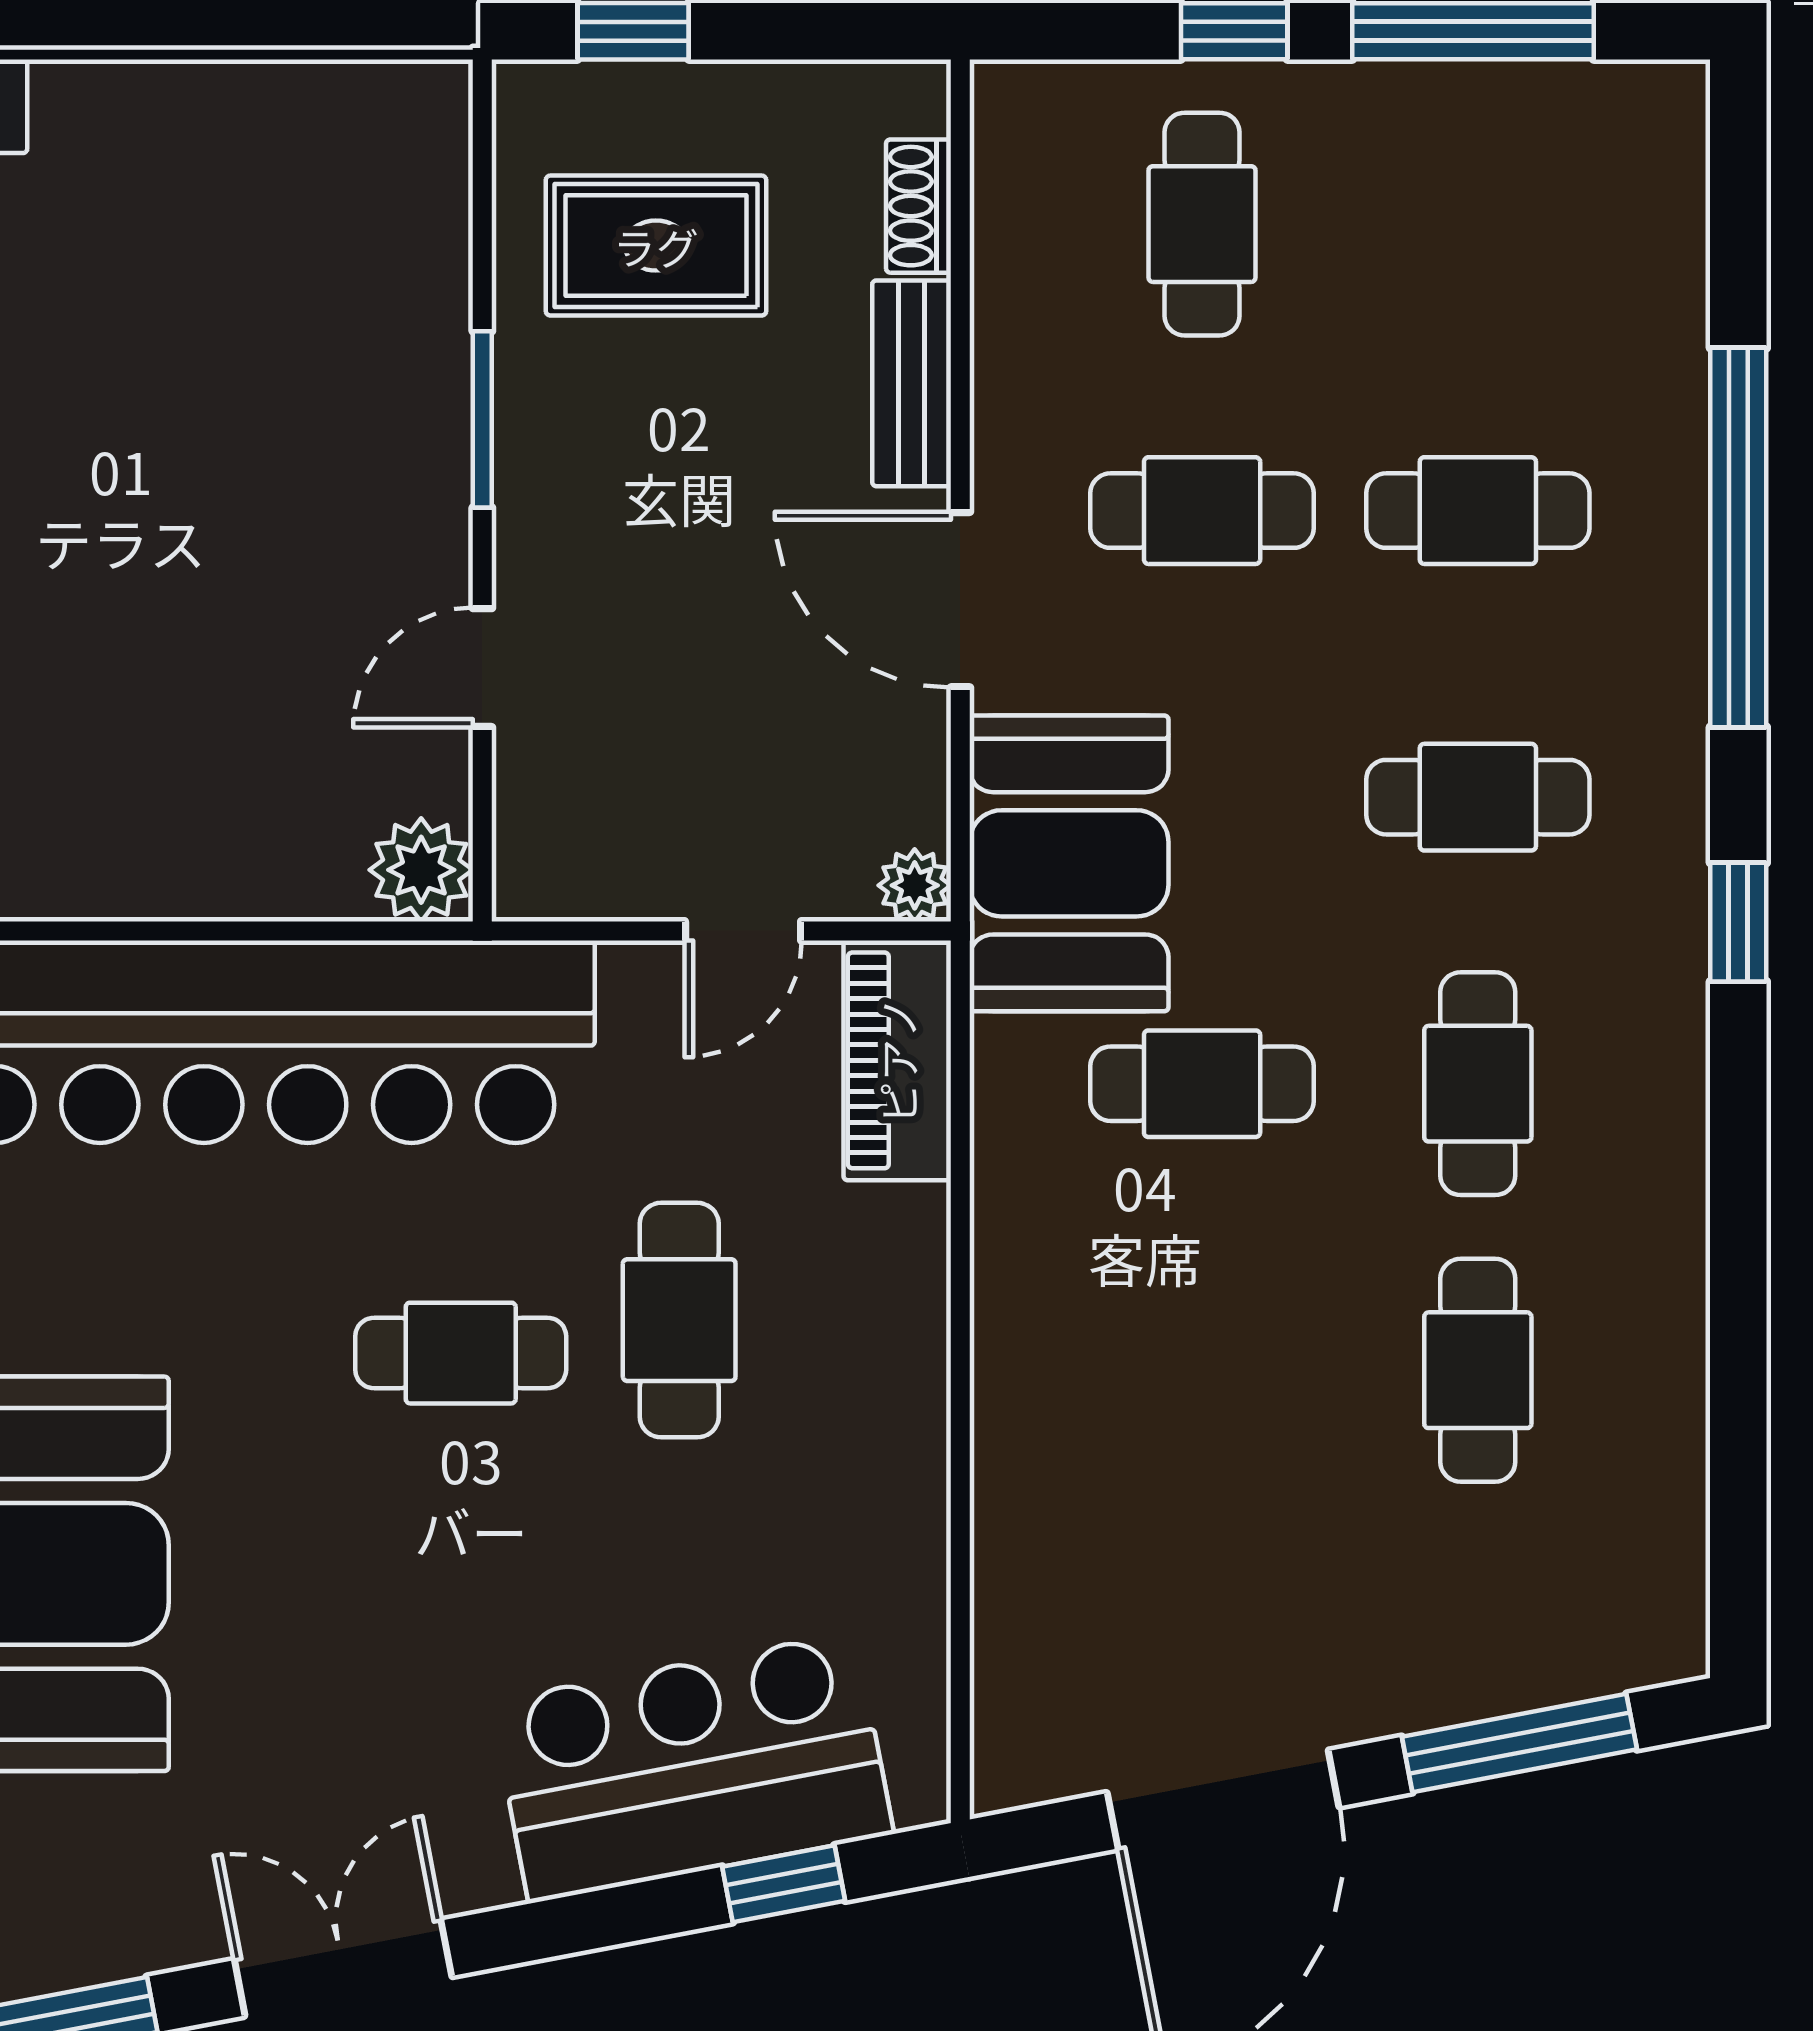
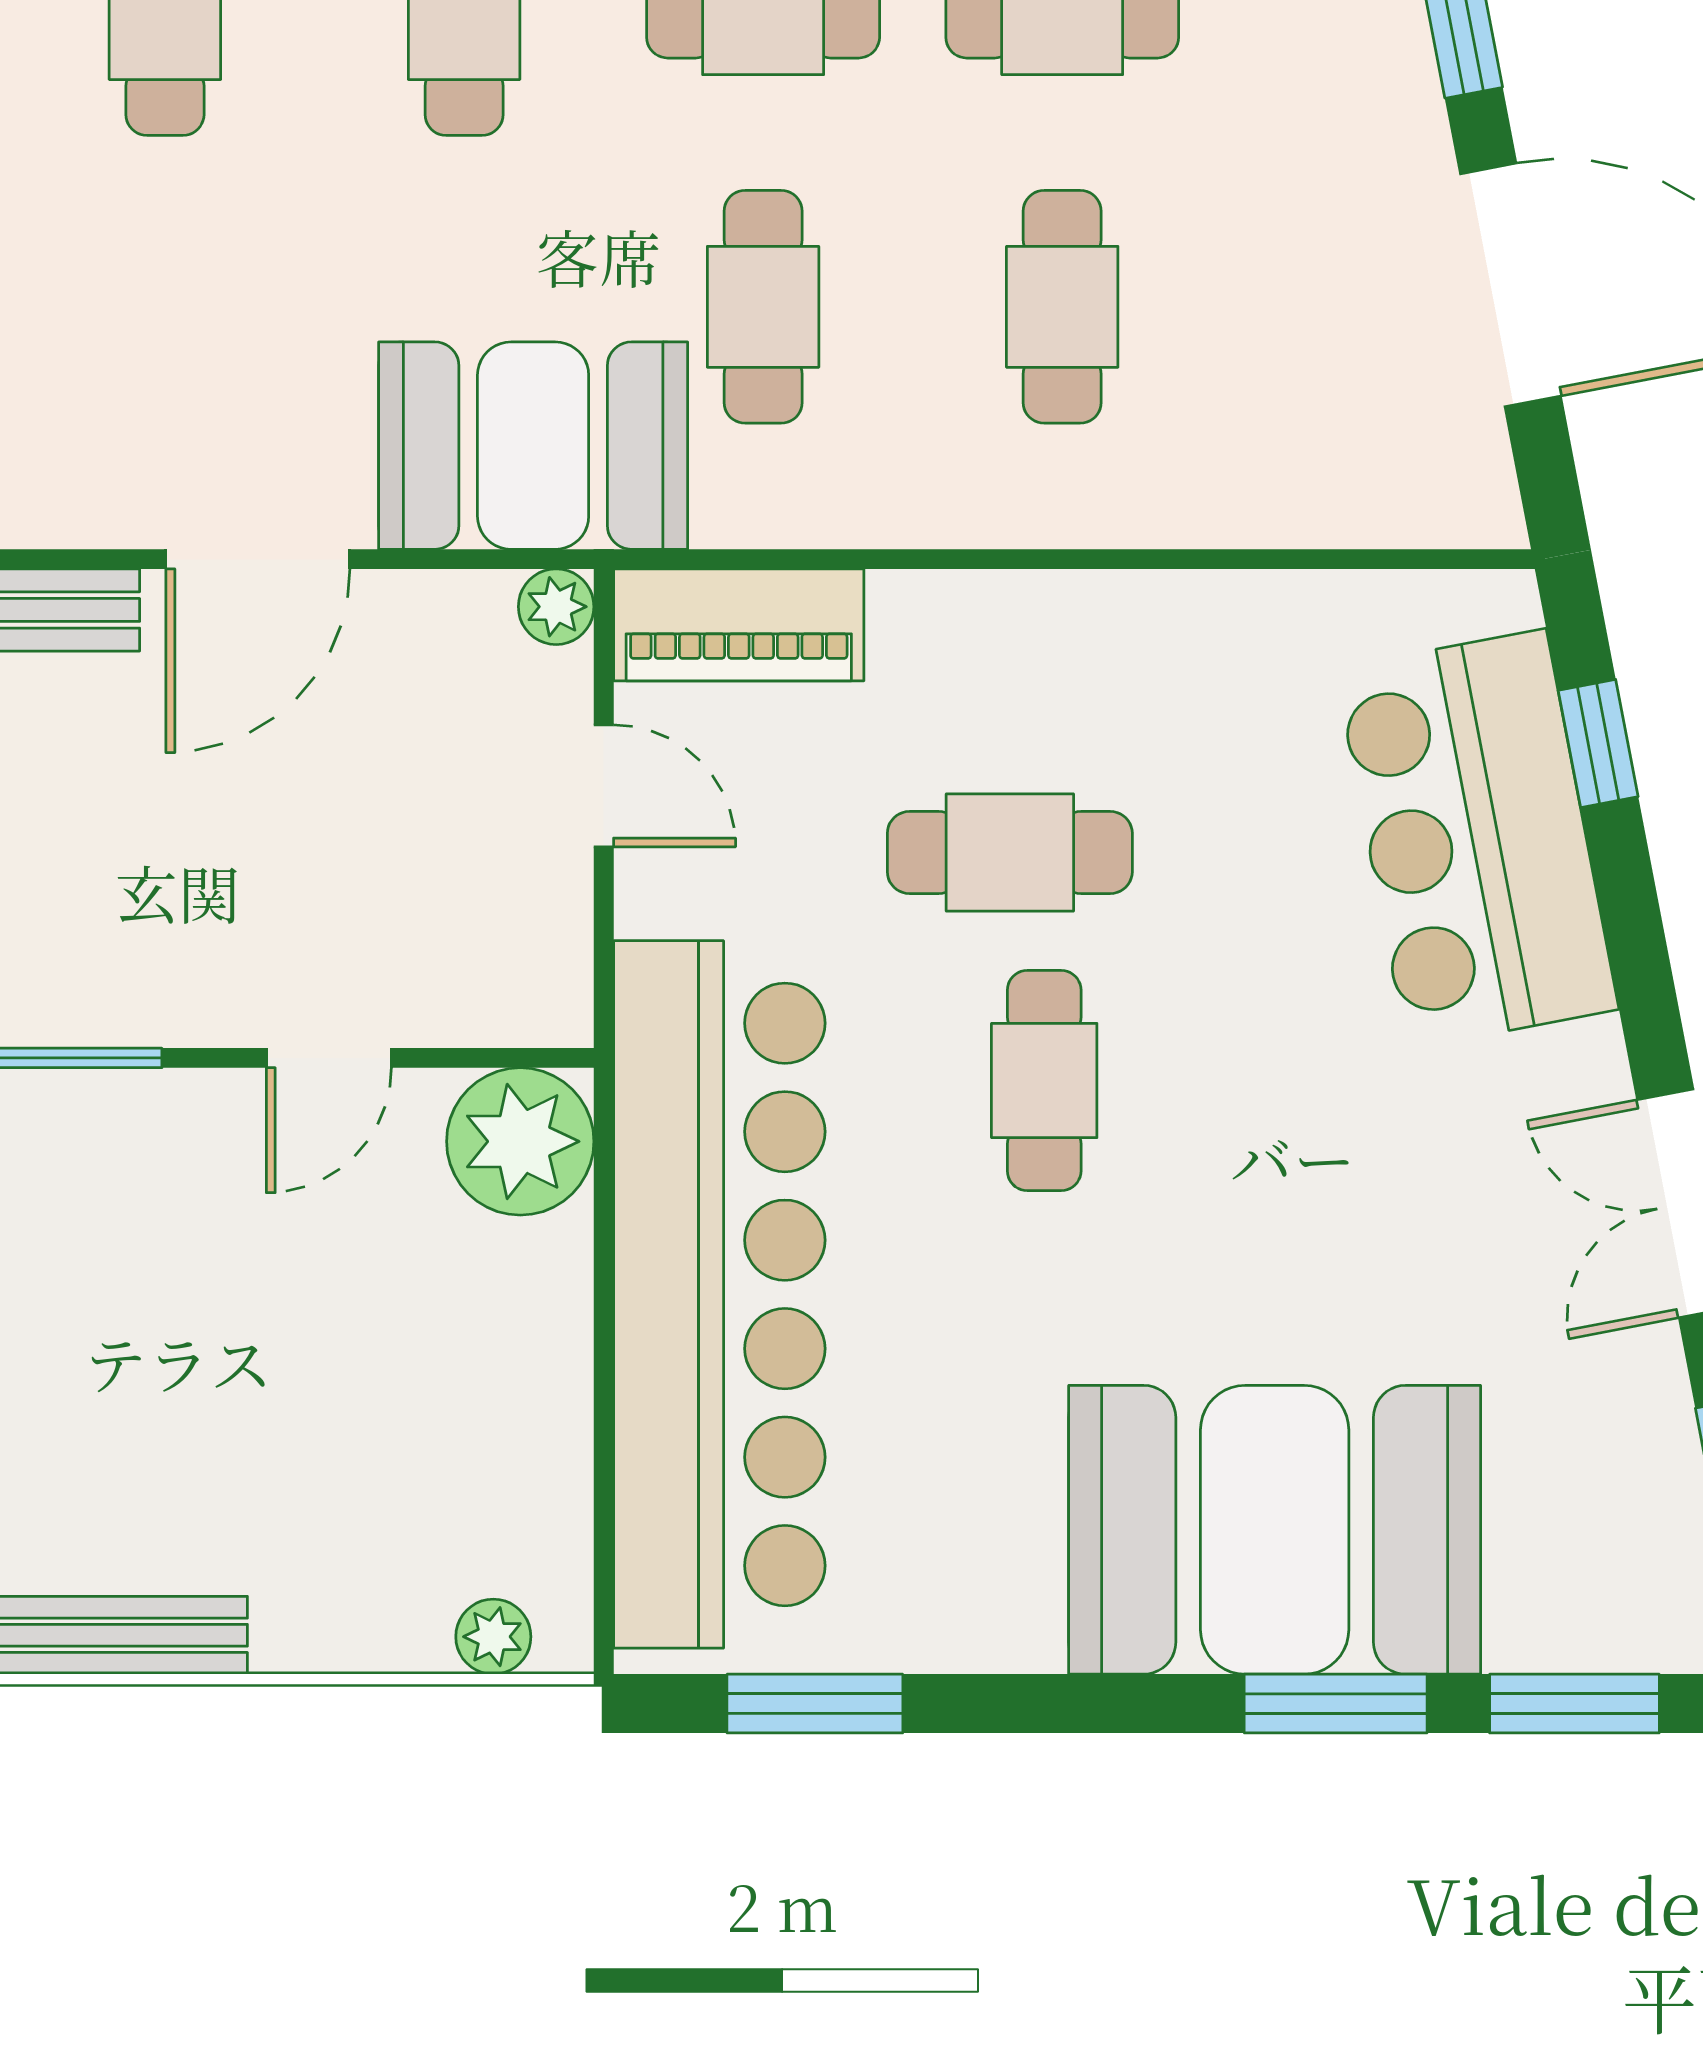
cafe table: (1202, 511) -> (1062, 307), moved
door: (482, 668) -> (329, 1058), hinge flipped
plant: (421, 870) -> (520, 1141), width x1.36, depth x1.36

